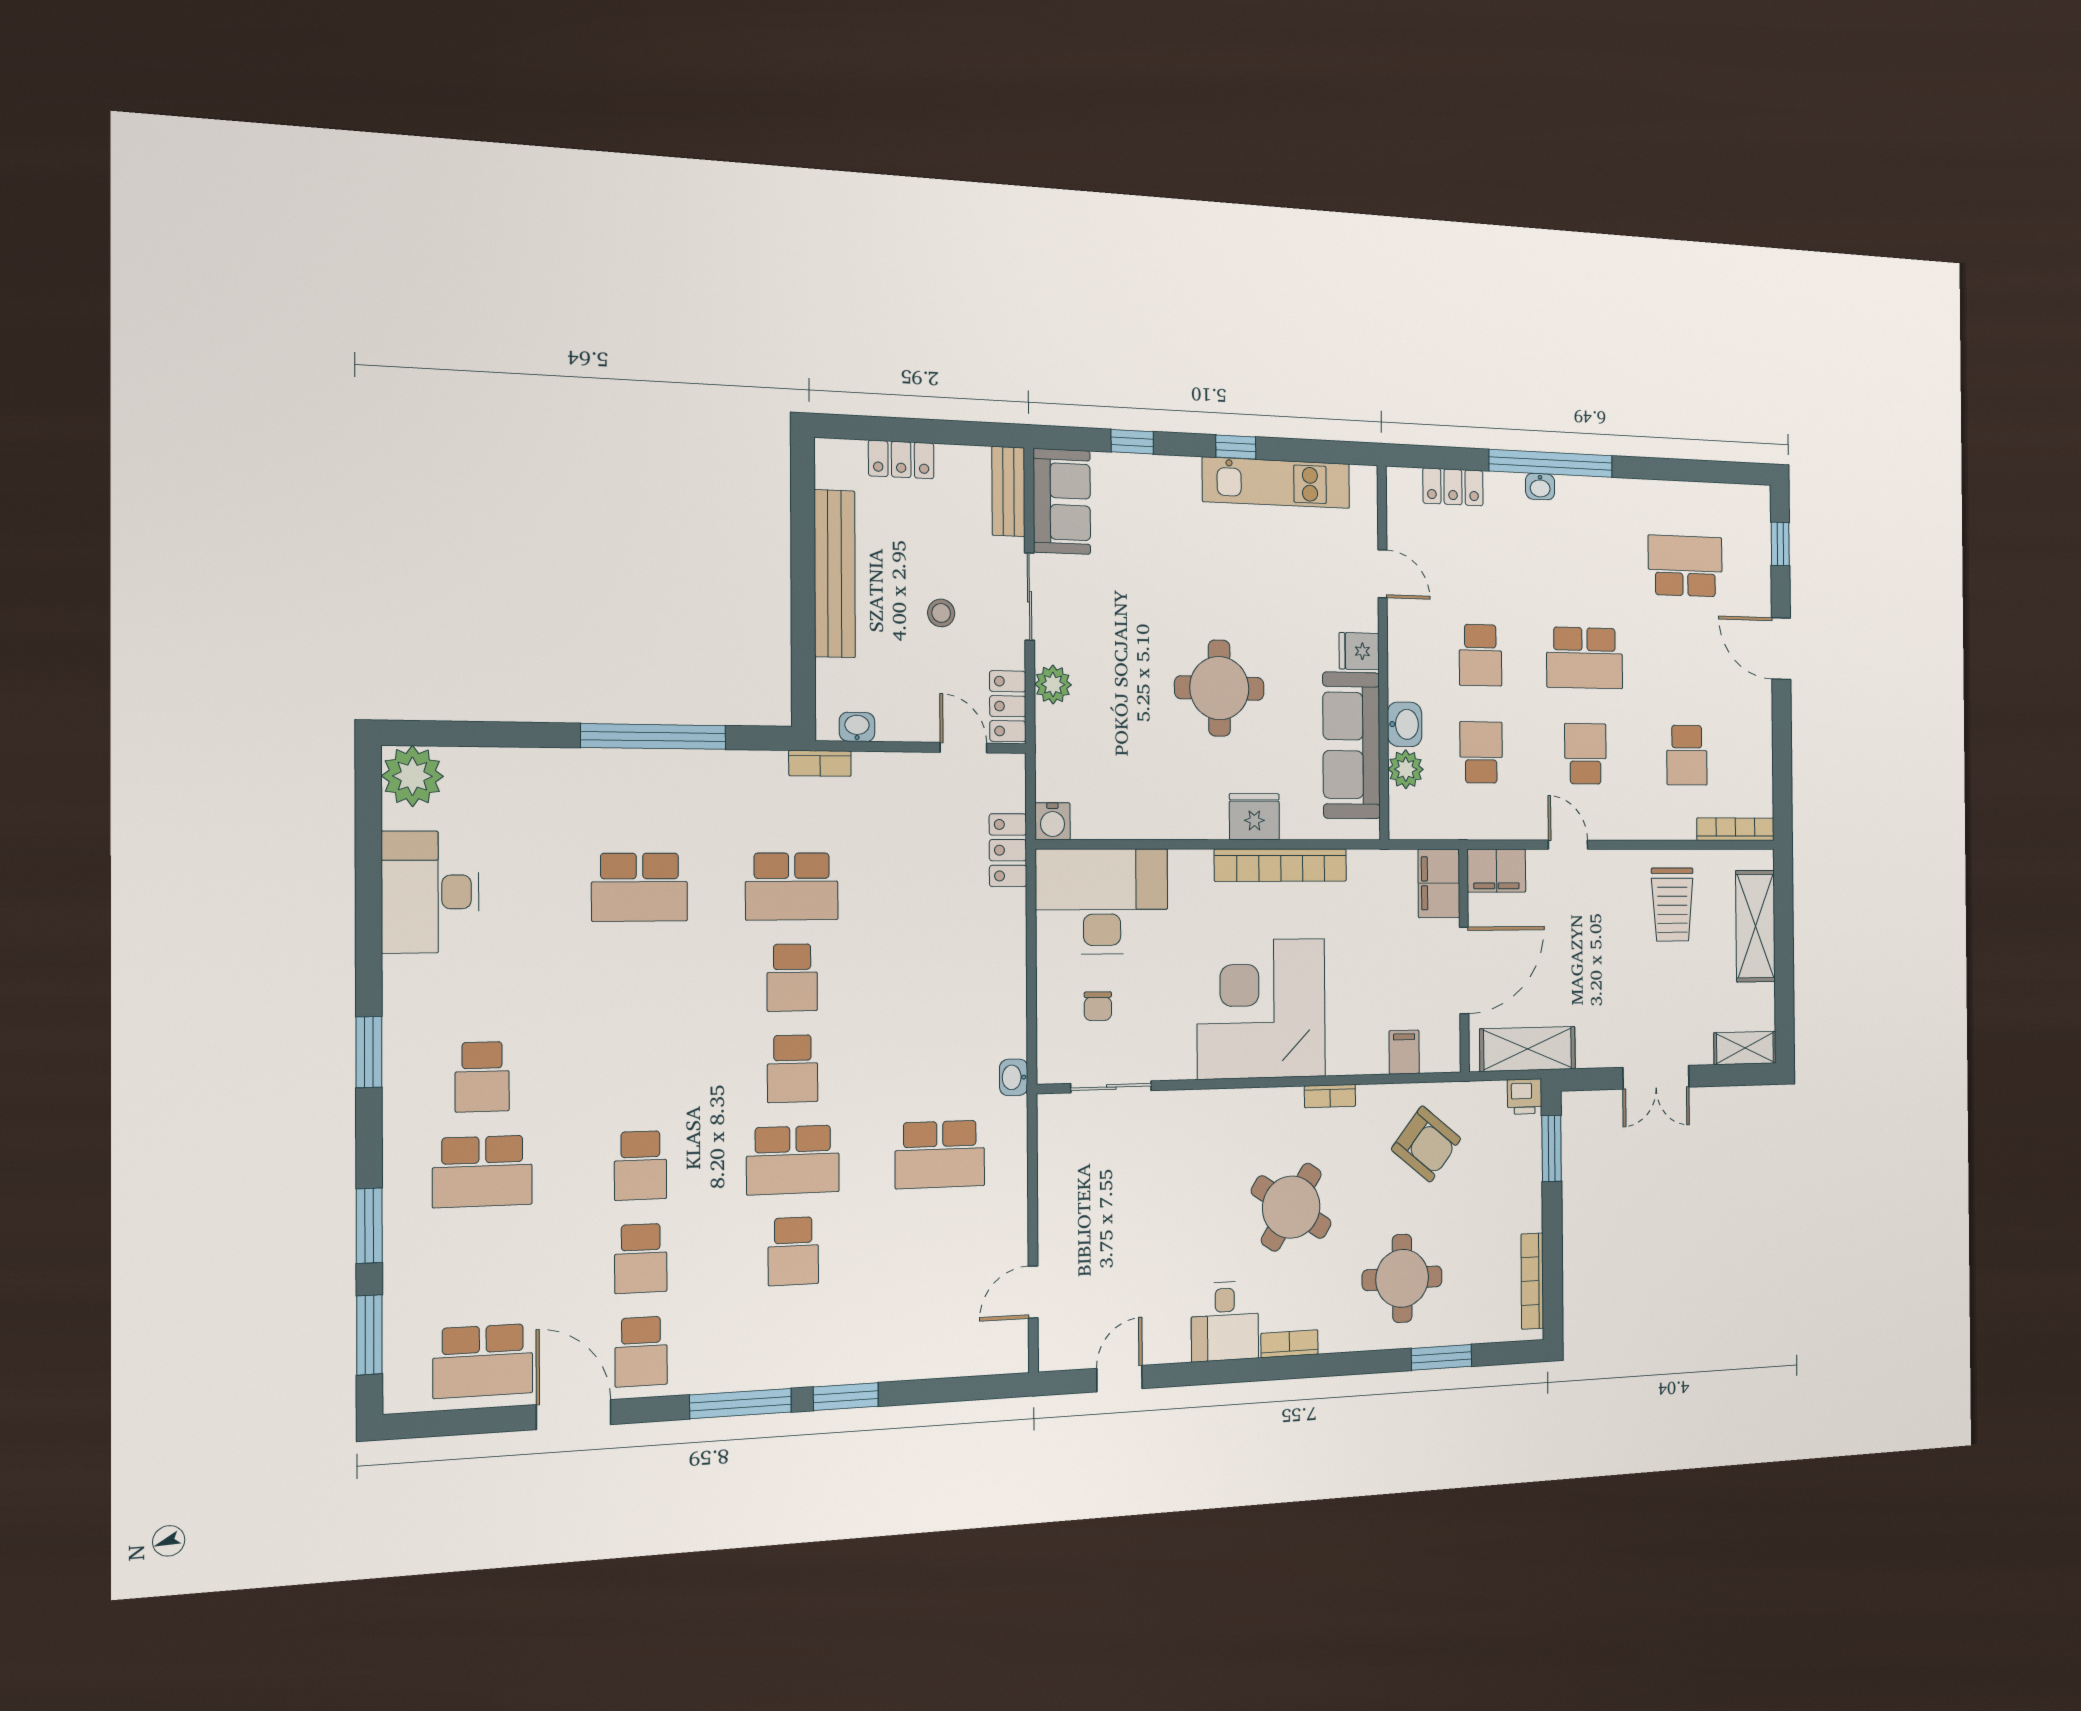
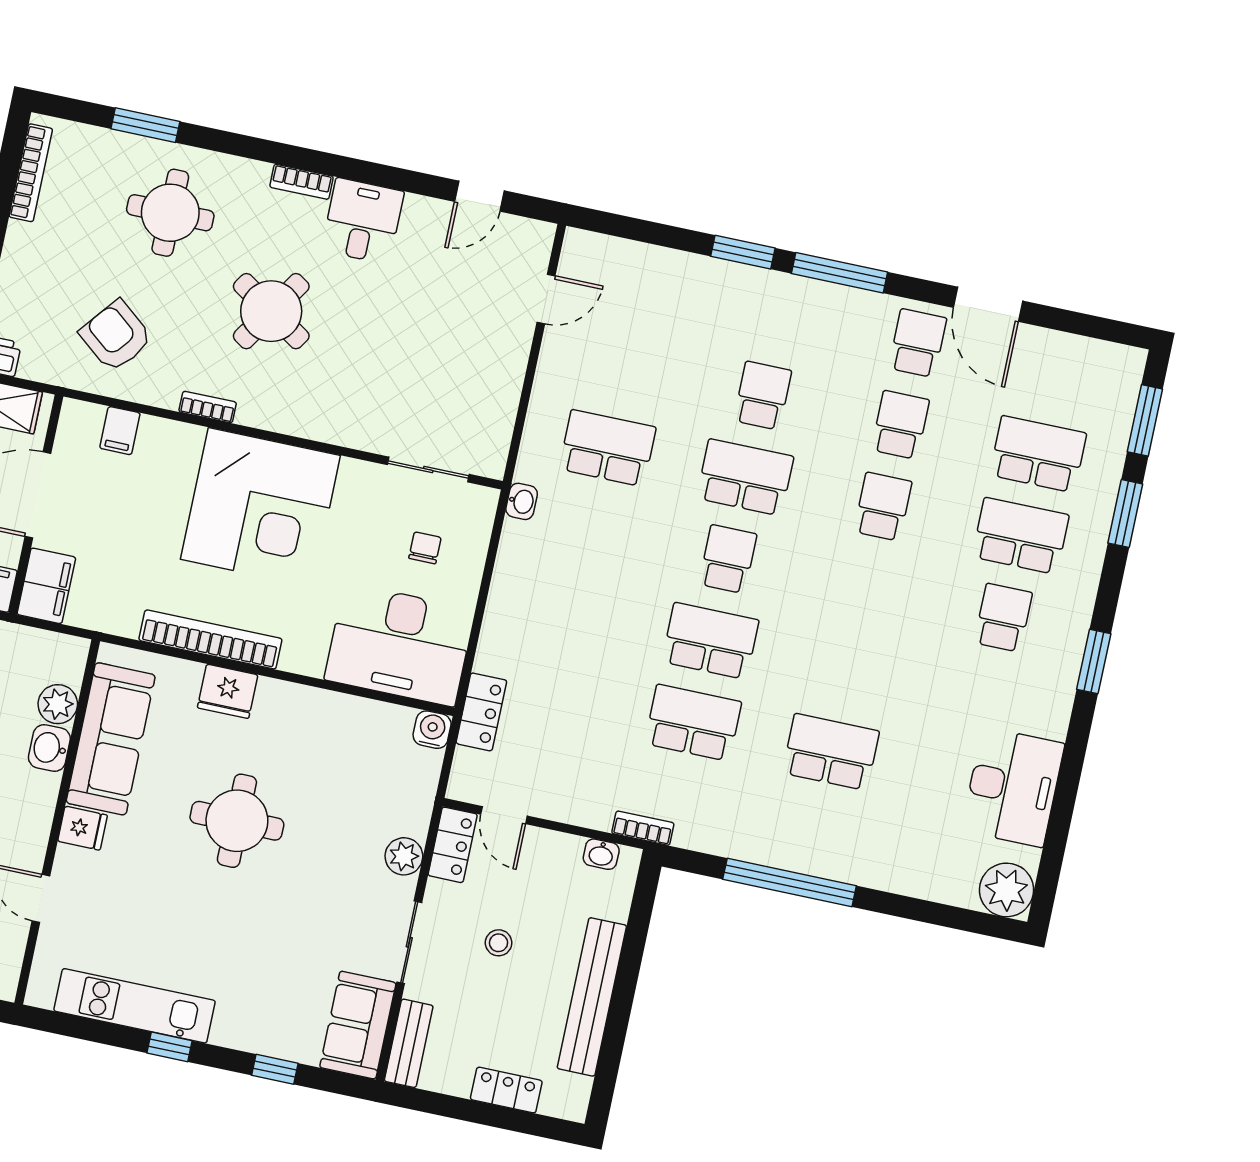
school desk: (792, 978) -> (710, 641), width x1.85
school desk: (483, 1361) -> (1038, 454), moved

